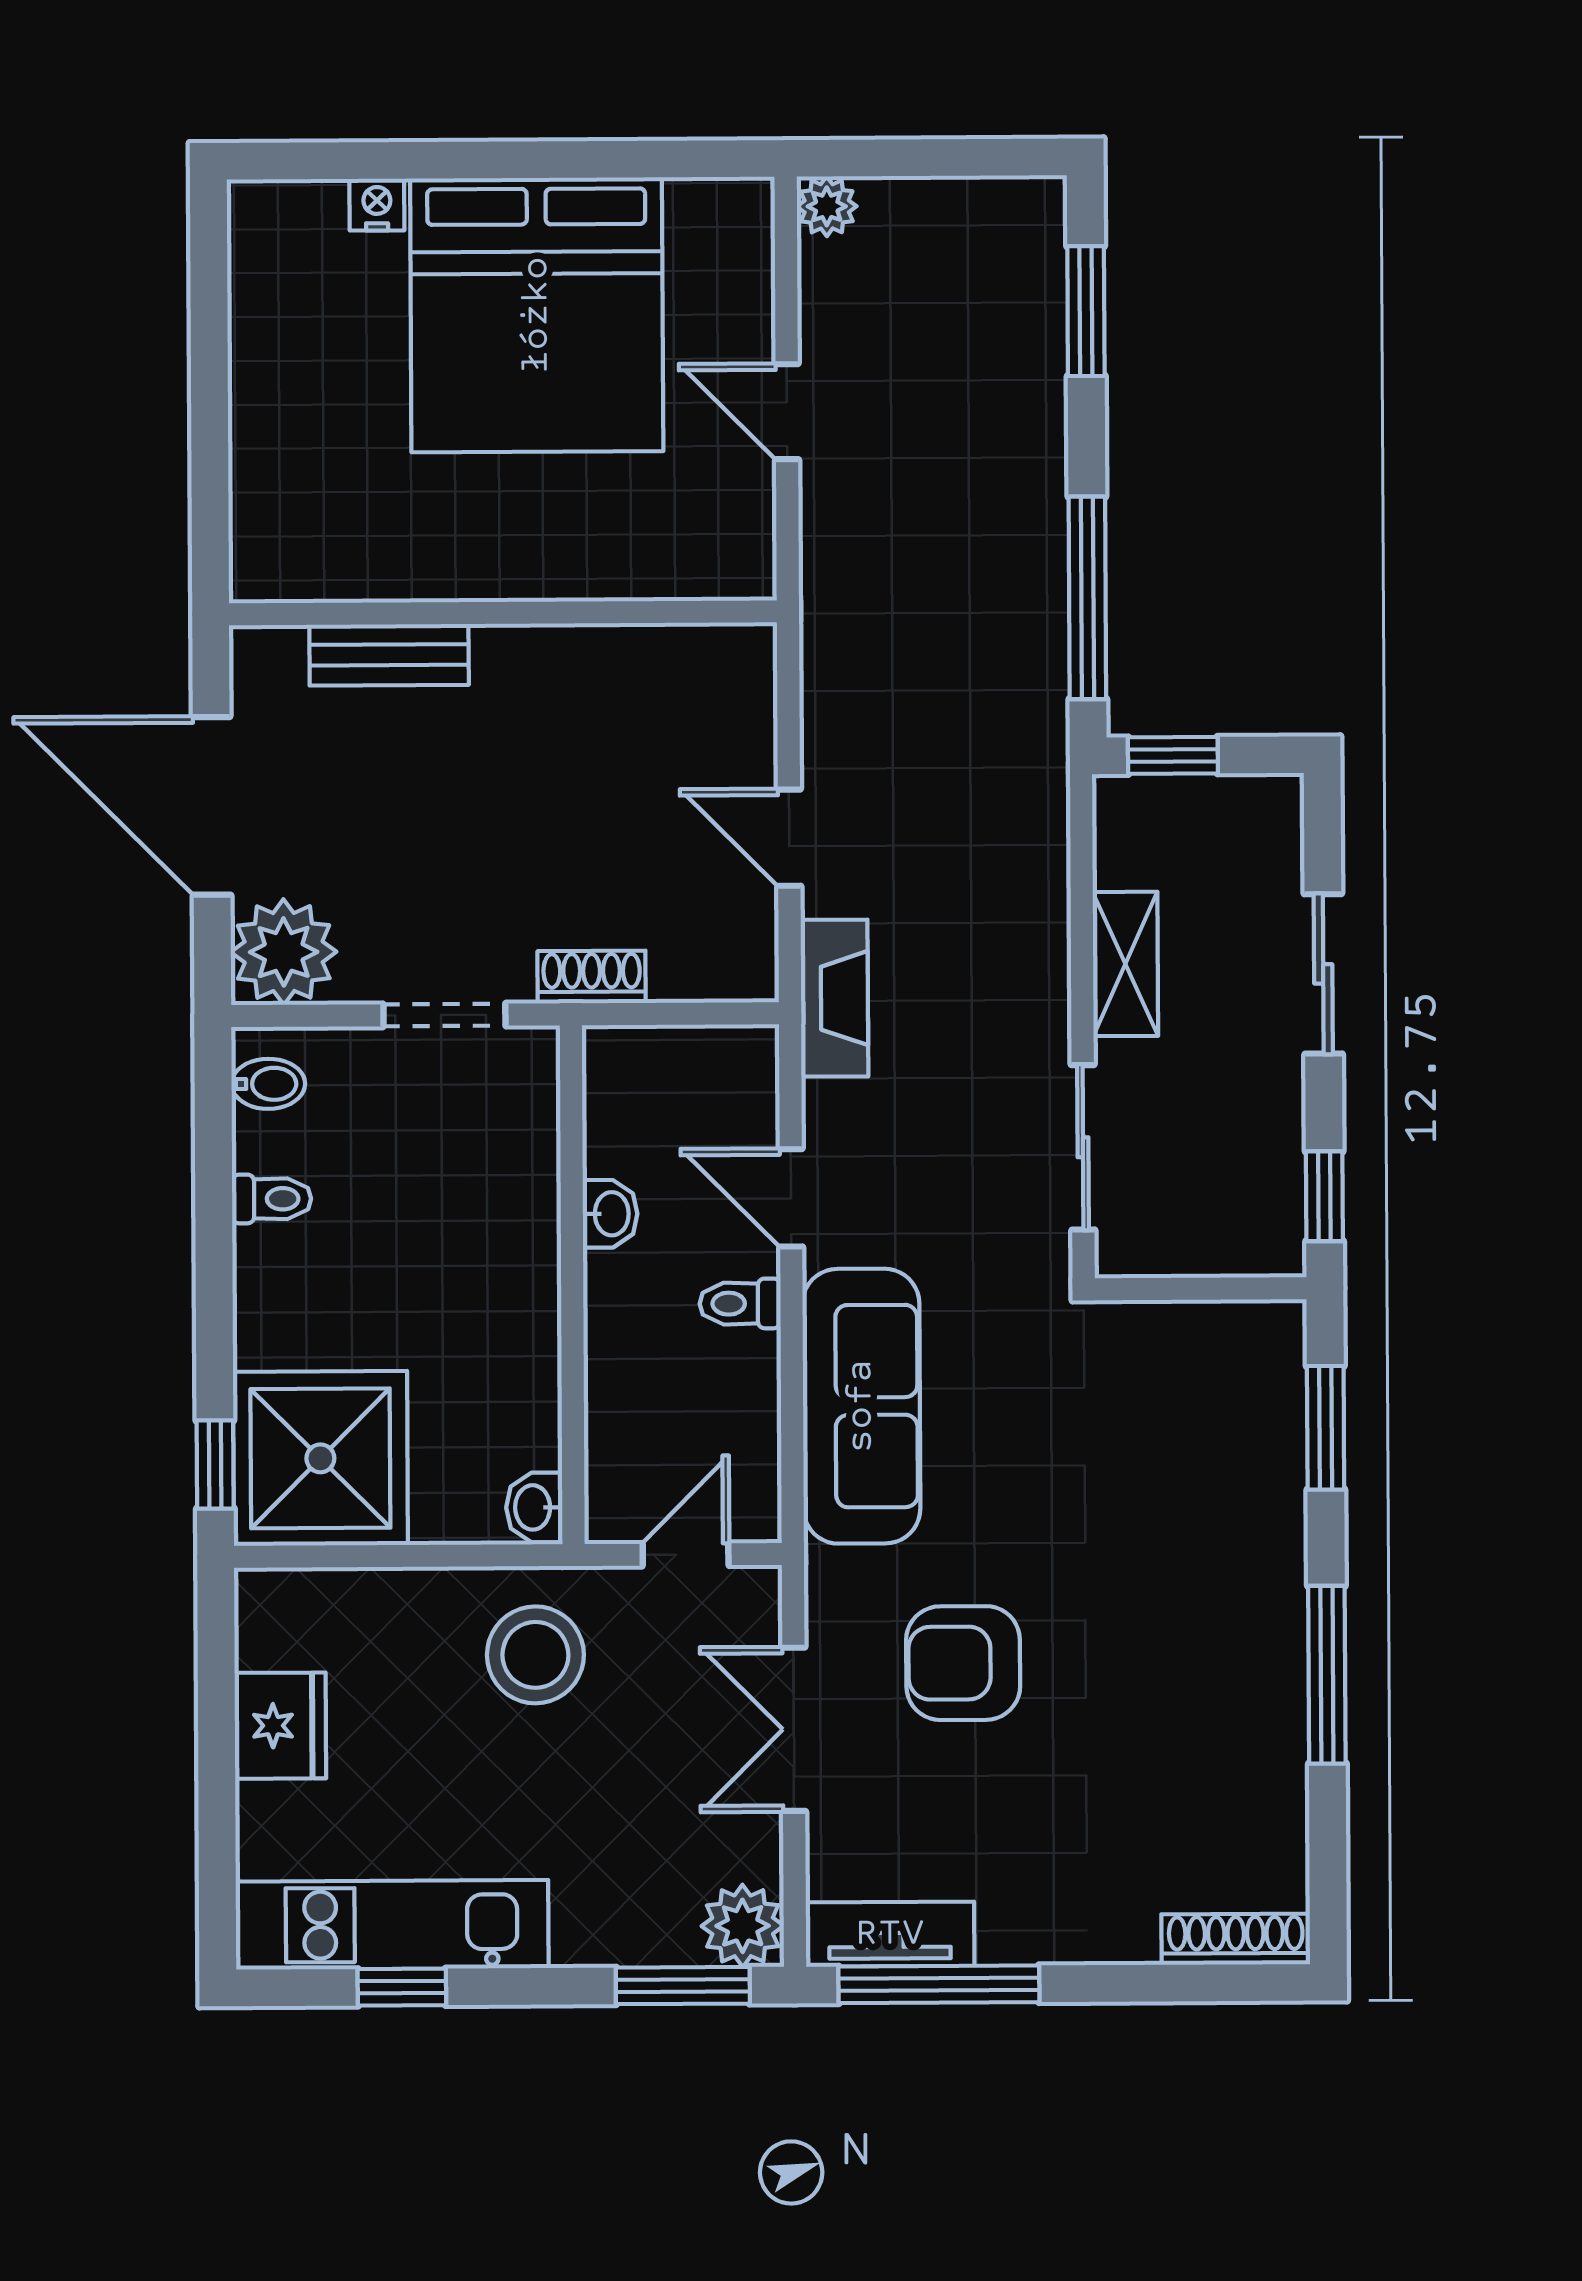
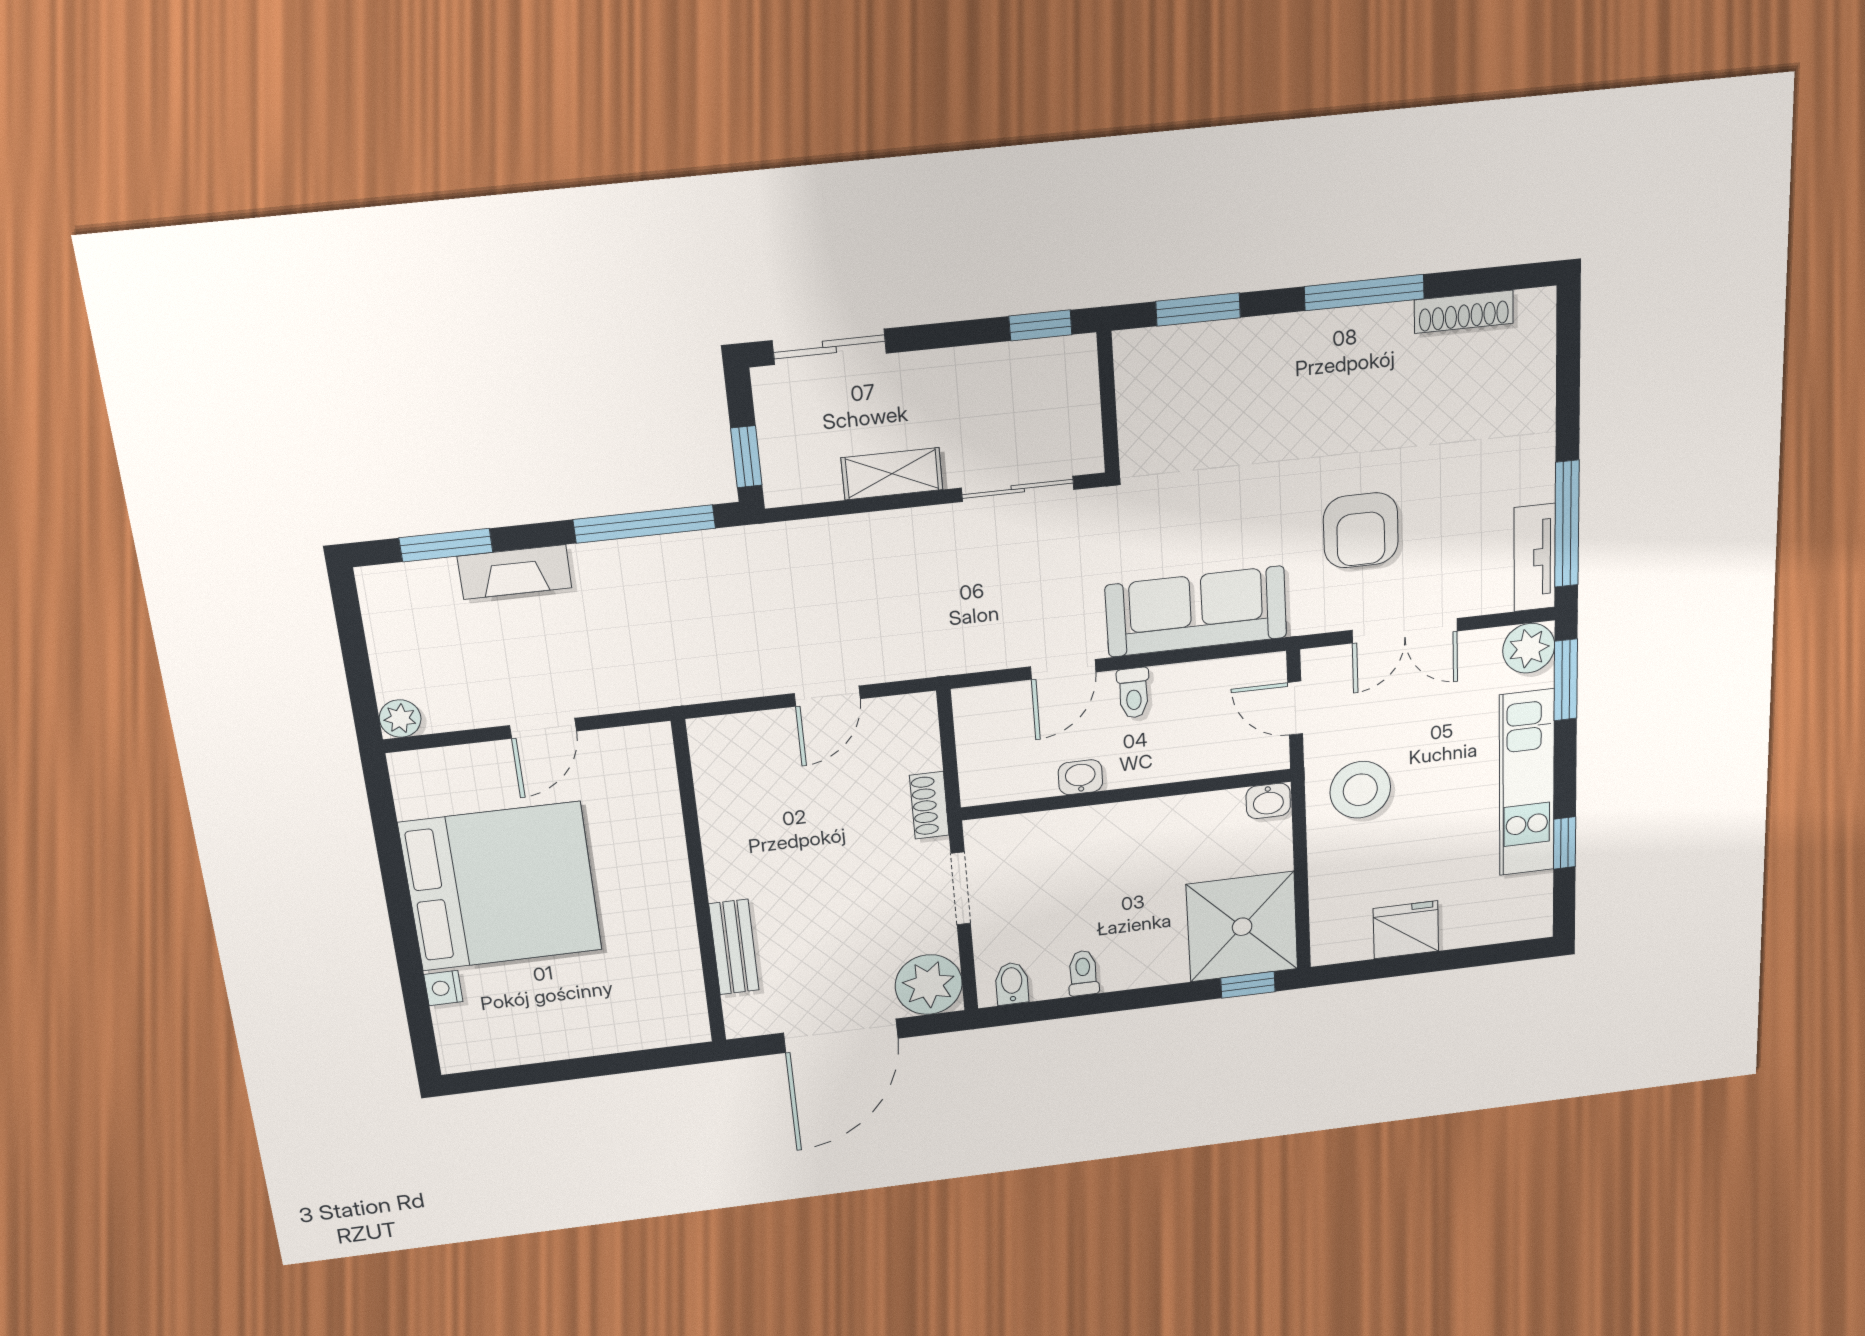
sliding door: (1323, 974) -> (829, 347), moved
fireplace: (834, 998) -> (515, 572), moved, turned 180
kitchen unit: (392, 1925) -> (1527, 783), moved
shoe rack: (1236, 1939) -> (1464, 312), moved, turned -90

